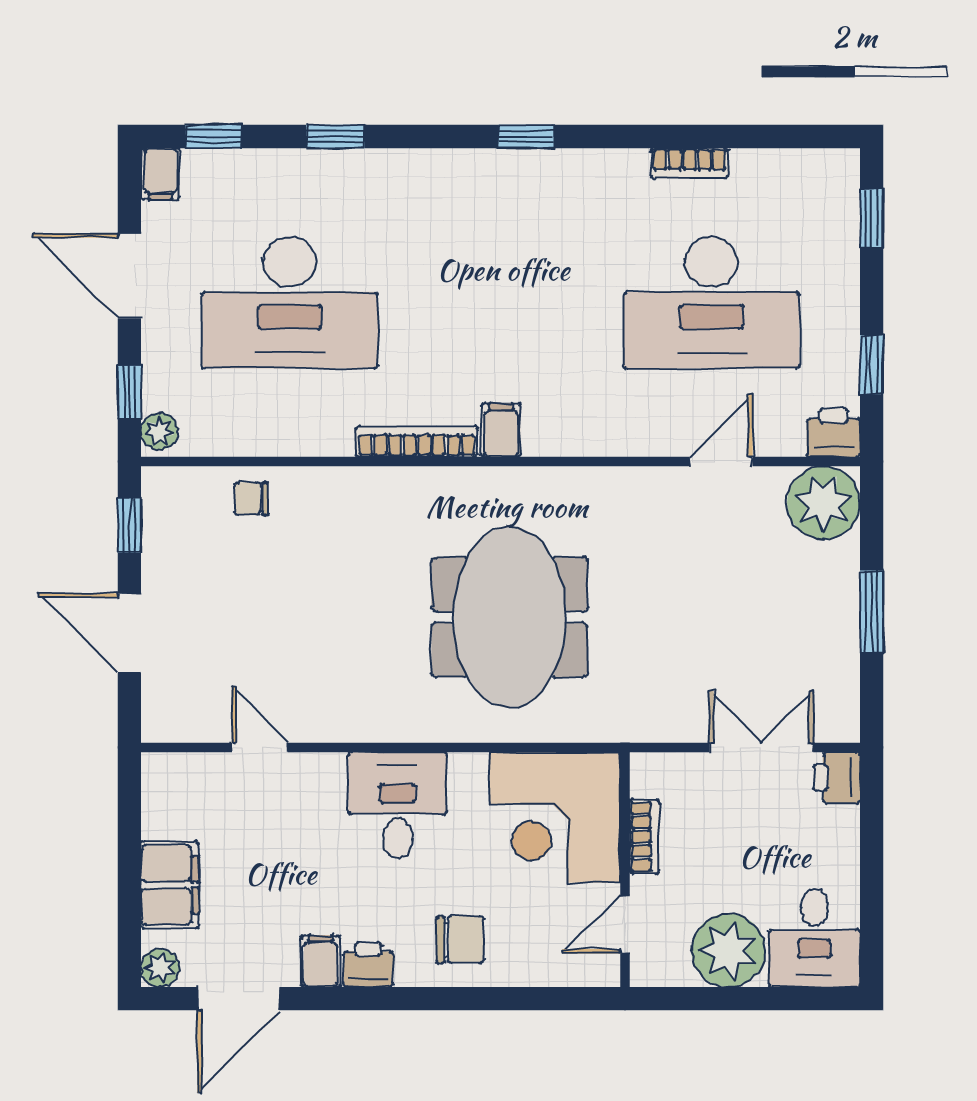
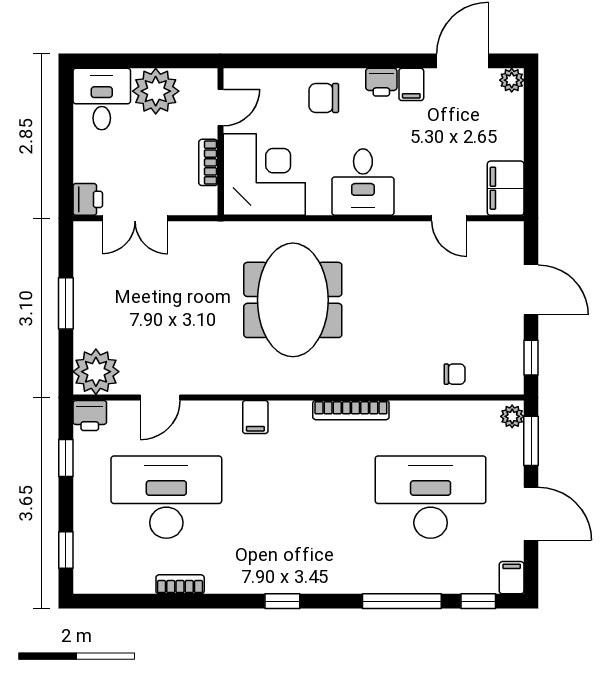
window: (336, 137) -> (402, 601), width x2.17
window: (129, 392) -> (531, 441), width x1.50
filing cabinet: (501, 430) -> (255, 417), moved
filing cabinet: (170, 885) -> (506, 188), moved

